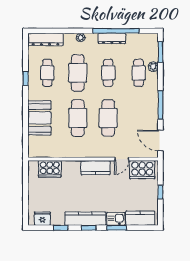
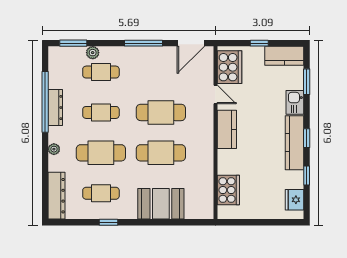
kitchen counter: (140, 218) -> (284, 56), moved, turned -90
window: (117, 228) -> (307, 82), moved

